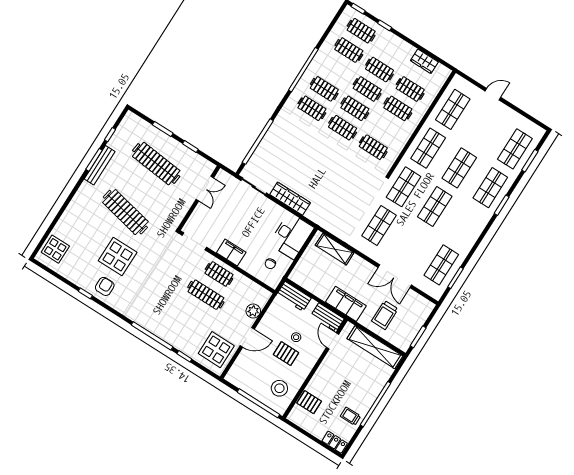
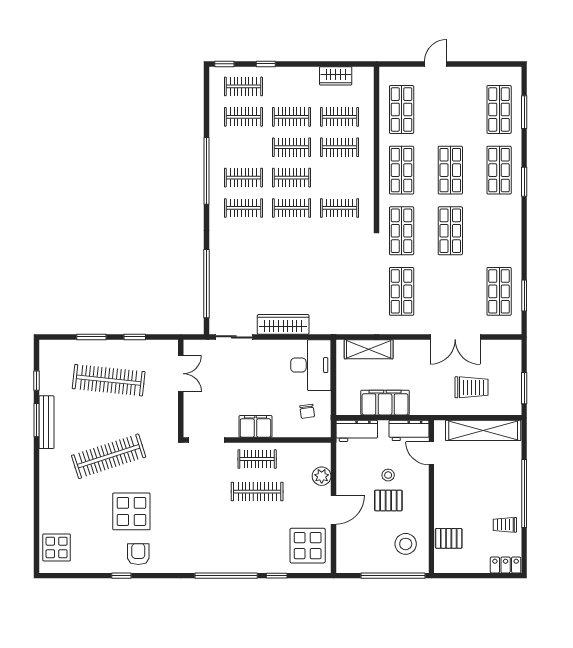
clothes rail: (125, 212) -> (109, 456), turned -30
filing cabinet: (346, 304) -> (385, 403), moved
trolley: (385, 315) -> (472, 387), turned -90

